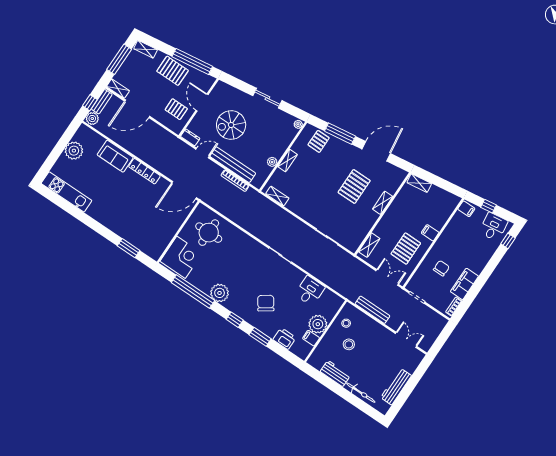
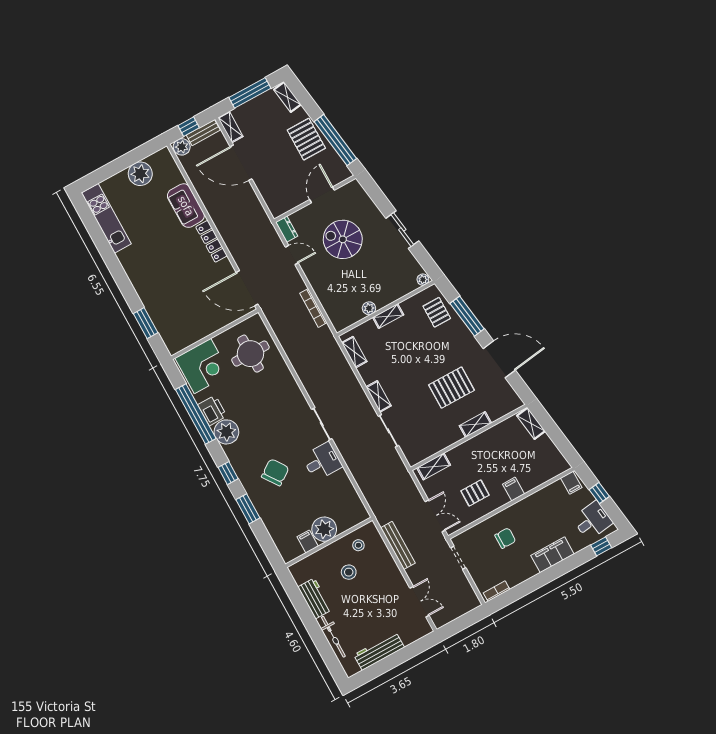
pallet: (176, 109) -> (287, 187), removed
pallet: (319, 141) -> (437, 312), turned 90
bench: (233, 165) -> (320, 288), removed
shelving: (309, 217) -> (379, 396), added
pallet: (406, 249) -> (475, 493), width x0.67, depth x0.71
filing cabinet: (464, 284) -> (552, 555), moved
desk: (310, 291) -> (322, 461), moved
printer: (284, 339) -> (212, 410), moved

